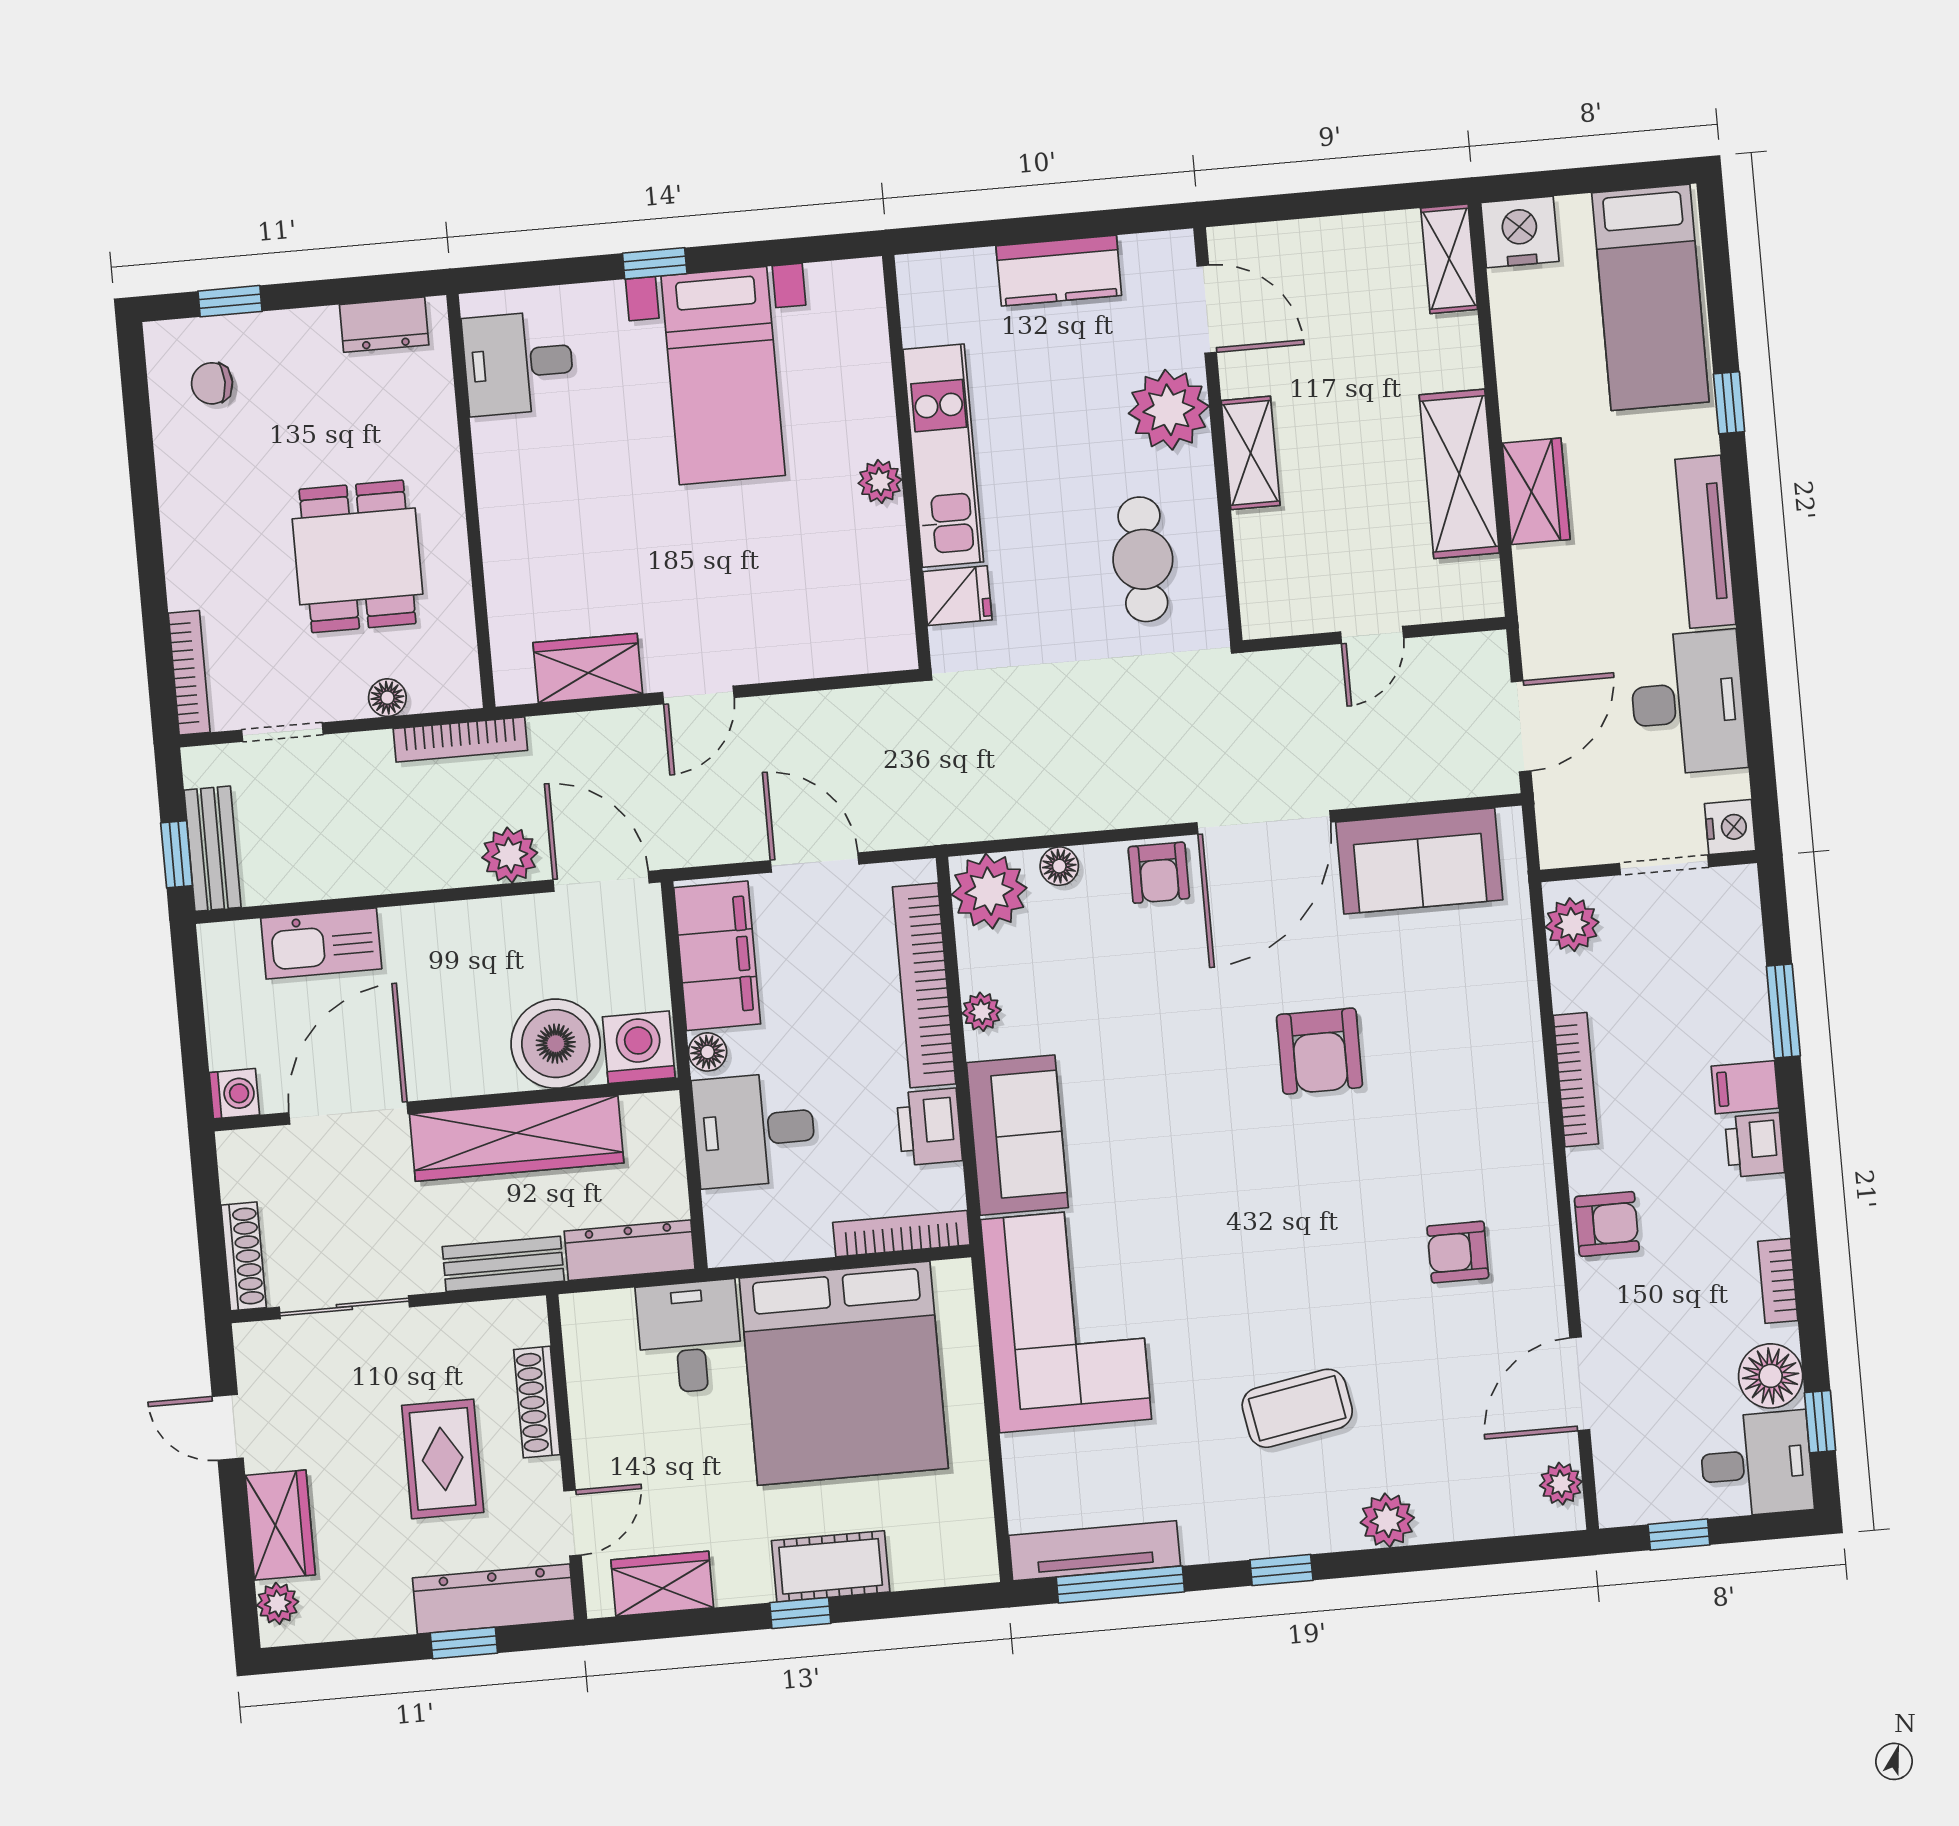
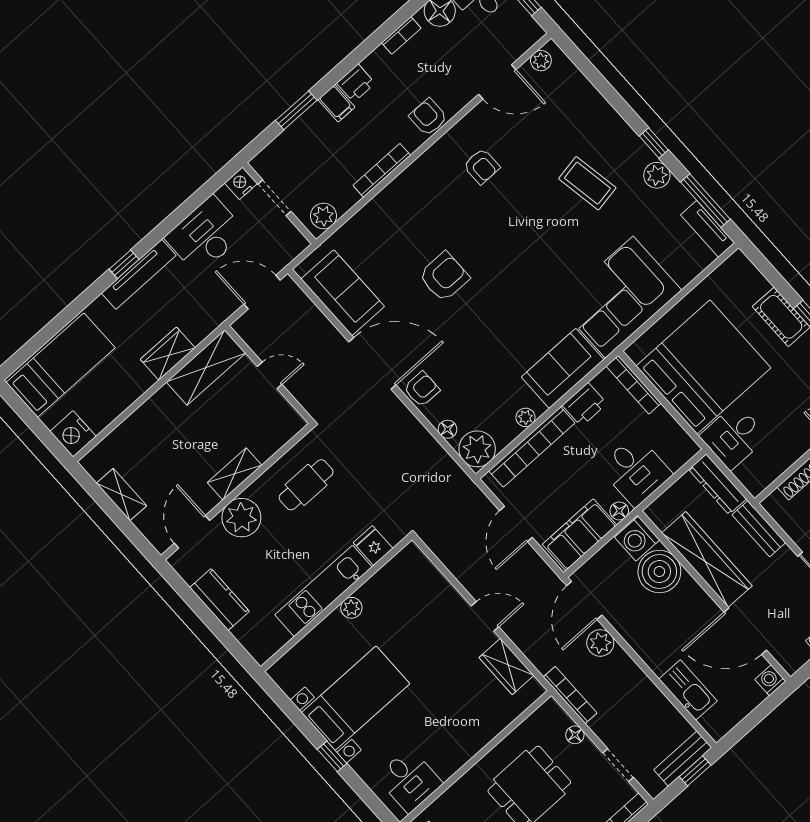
shelving: (1449, 259) -> (122, 494), moved, turned 90
window: (1729, 403) -> (124, 264), moved
shelving: (1459, 474) -> (206, 368), moved
plant: (1387, 1520) -> (657, 175), moved
tv unit: (1095, 1551) -> (708, 229), width x0.71

